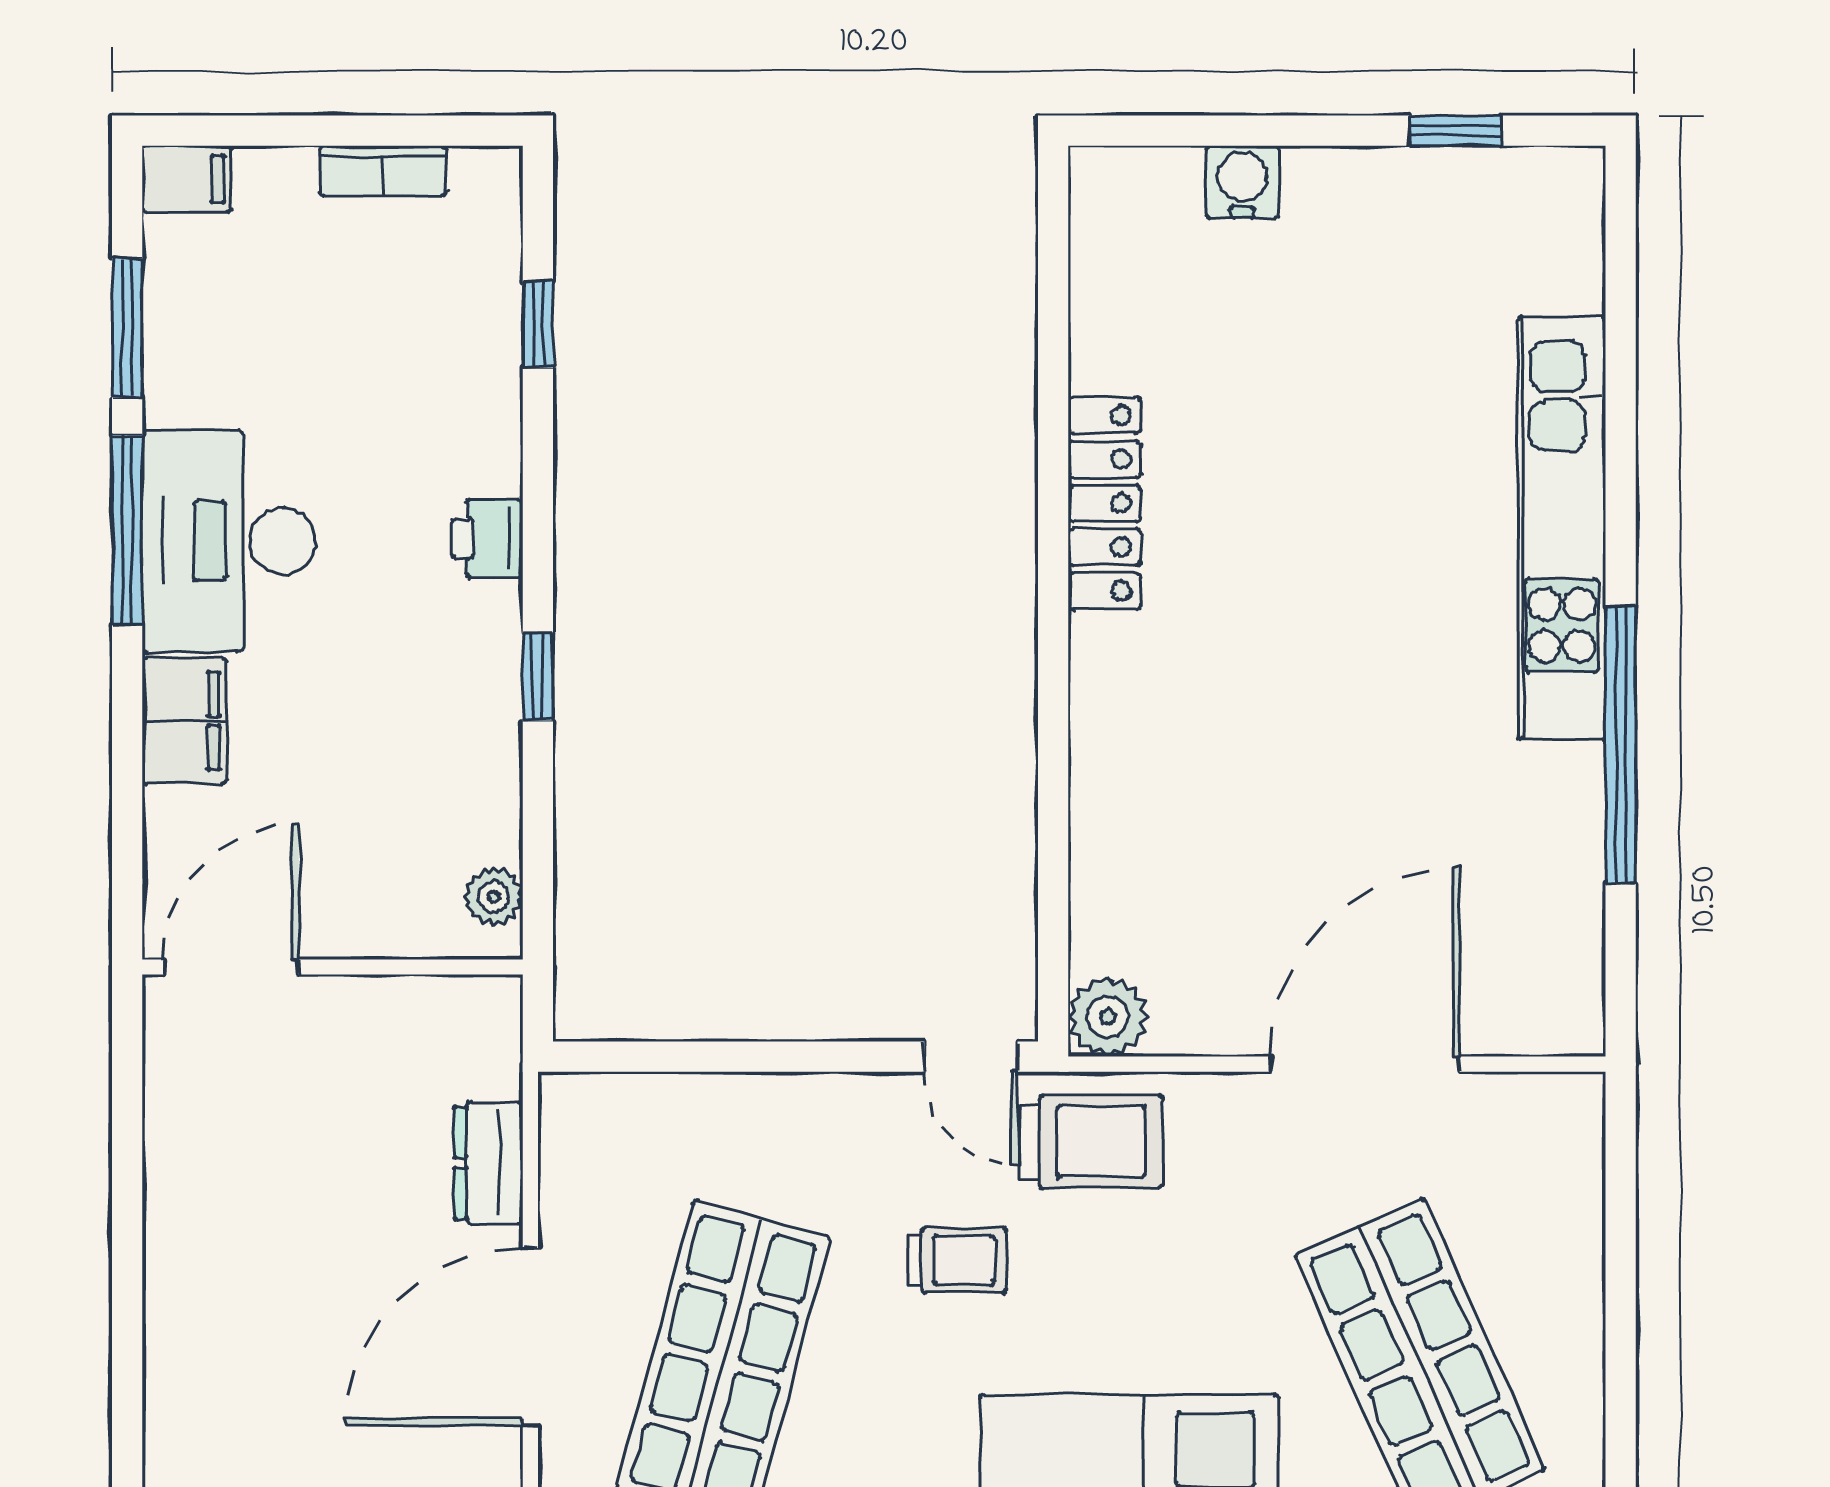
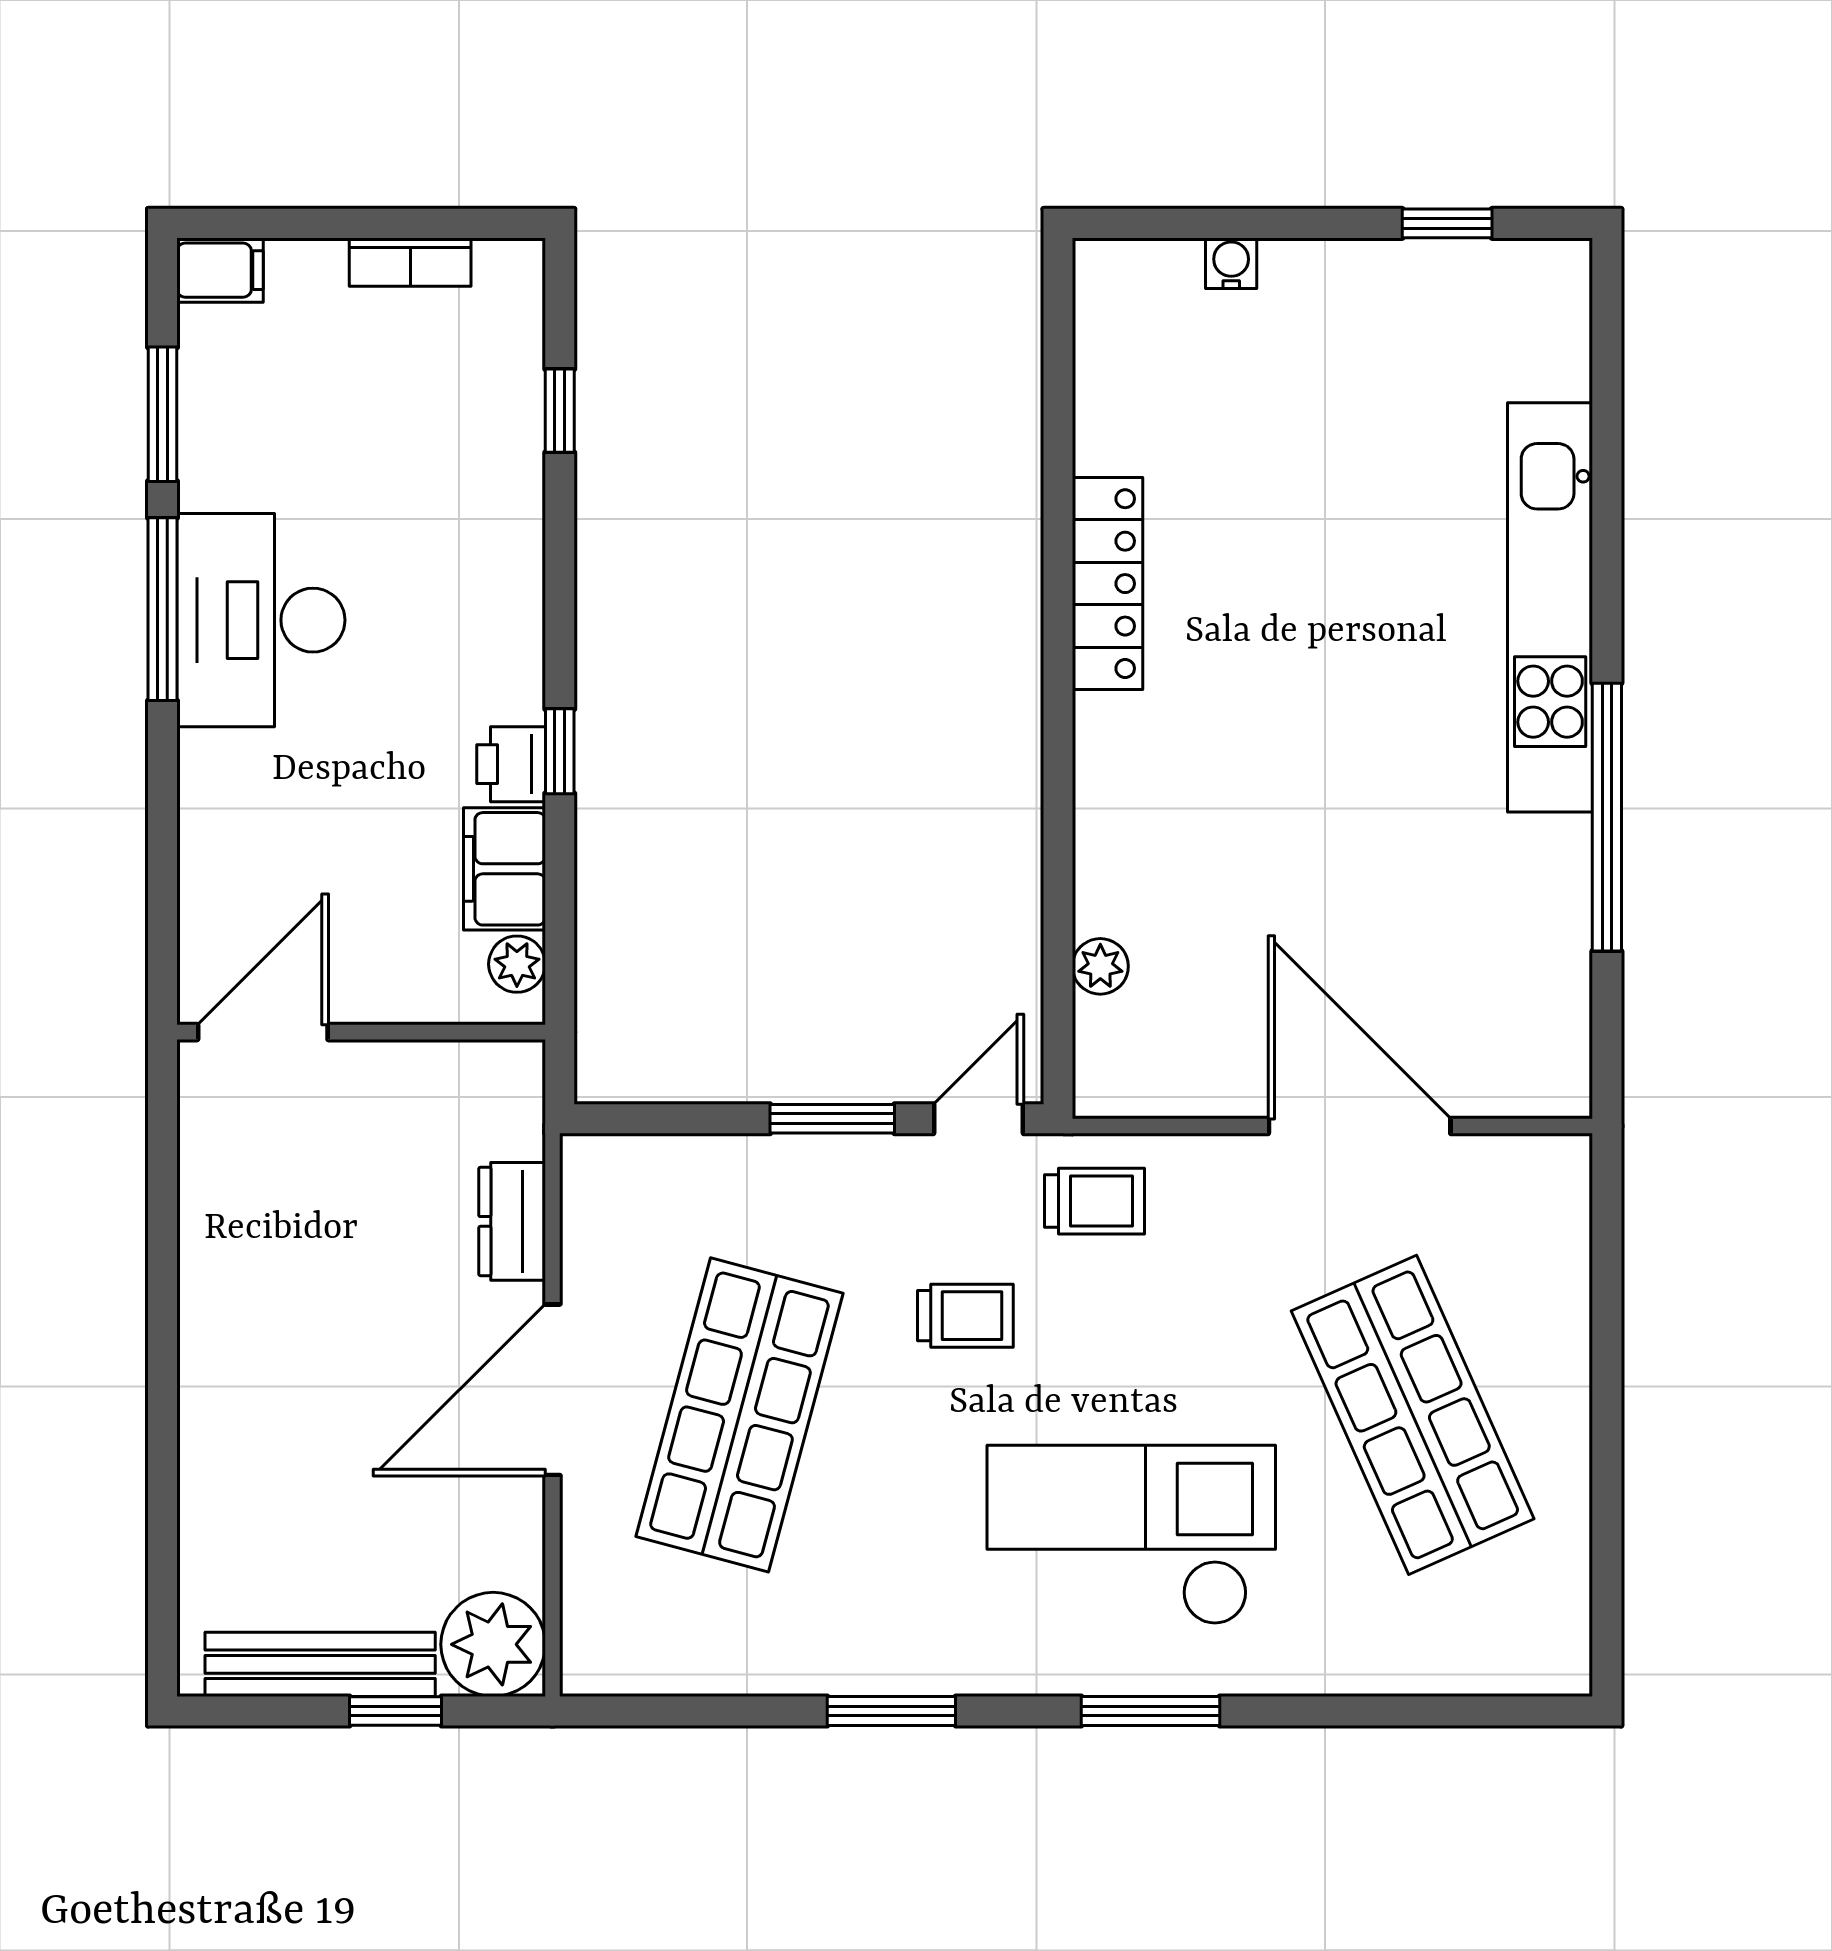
water cooler: (1242, 182) -> (1231, 263), width x0.72, depth x0.72
printer: (487, 538) -> (511, 764), moved
filing cabinet: (184, 721) -> (504, 869), moved, turned 180
plant: (1108, 1017) -> (1100, 966), moved, width x0.73, depth x0.73
window: (820, 1057) -> (832, 1119), added
door: (971, 1057) -> (978, 1119), swing flipped
door: (1365, 1064) -> (1360, 1126), hinge flipped
trolley: (1091, 1142) -> (1095, 1201), width x0.73, depth x0.72

